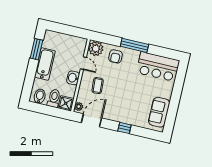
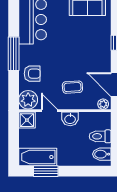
door: (83, 63) -> (49, 111), hinge flipped
bathtub: (45, 64) -> (38, 157), moved
shower: (66, 103) -> (27, 120), moved

